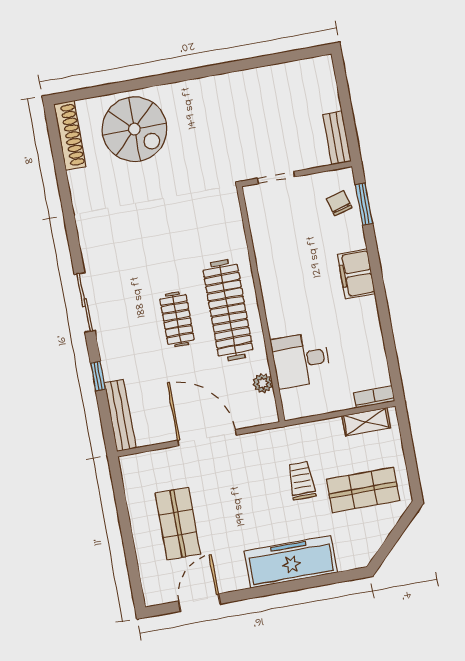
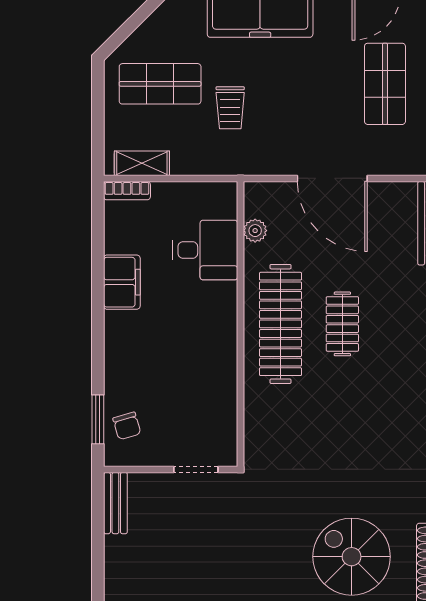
filing cabinet: (356, 274) -> (122, 282), moved

